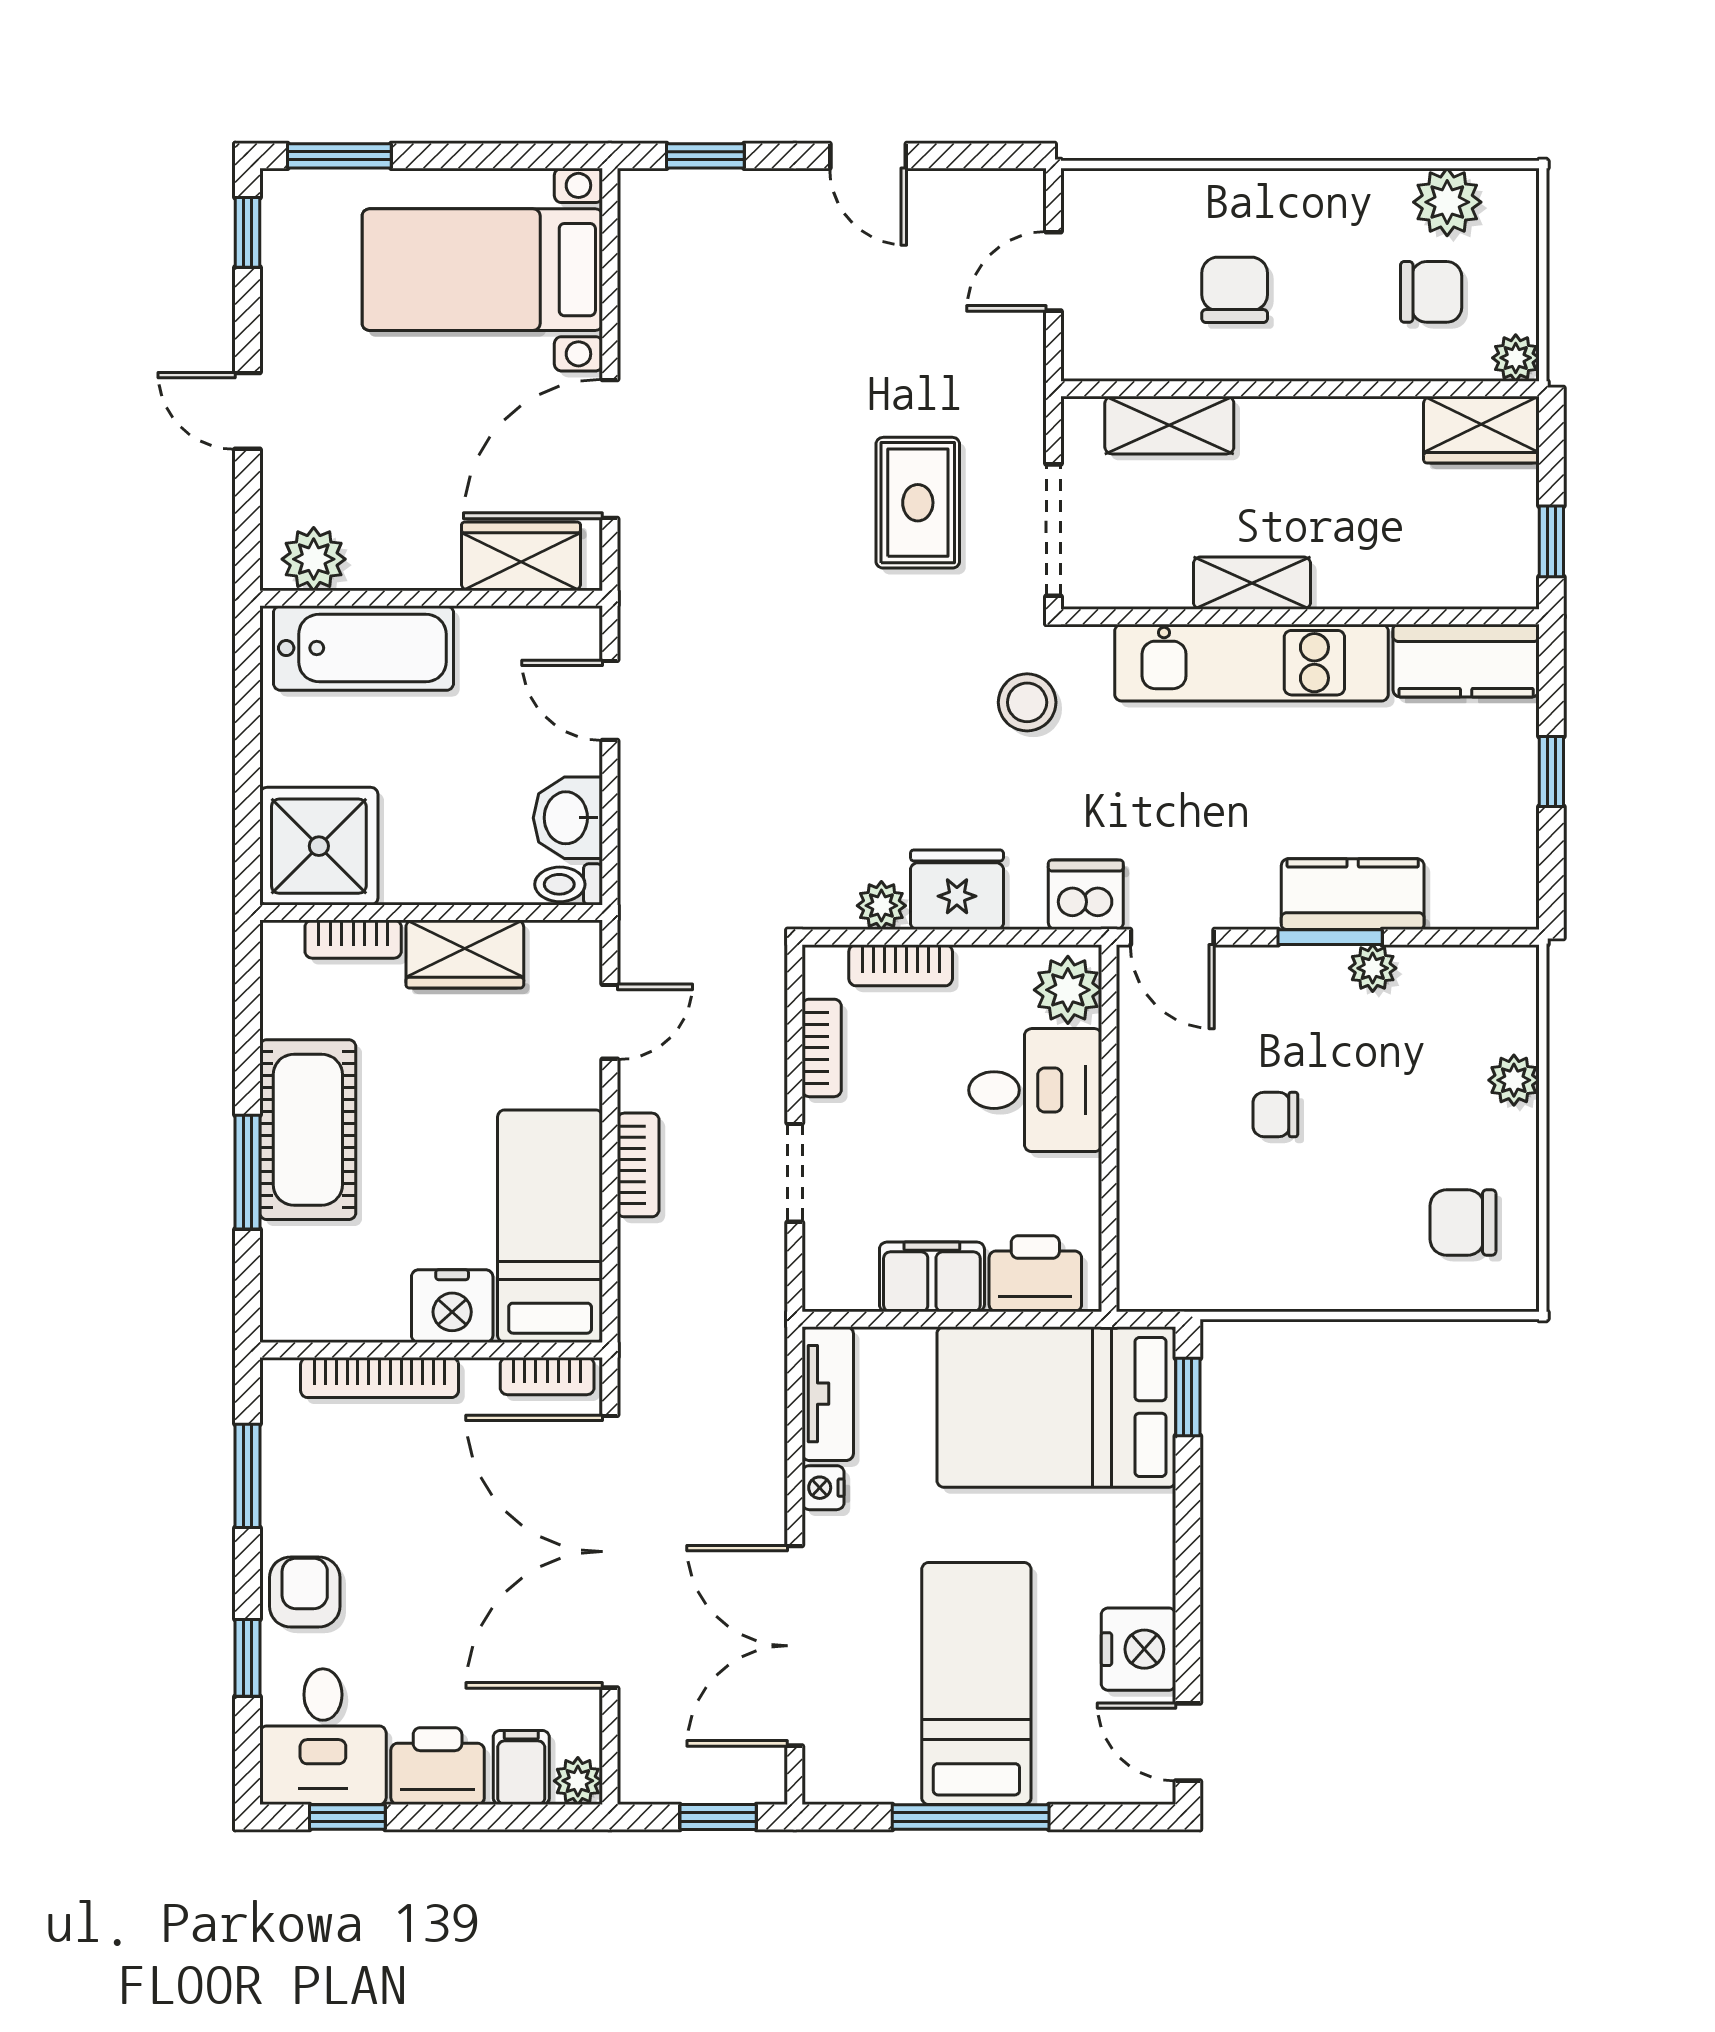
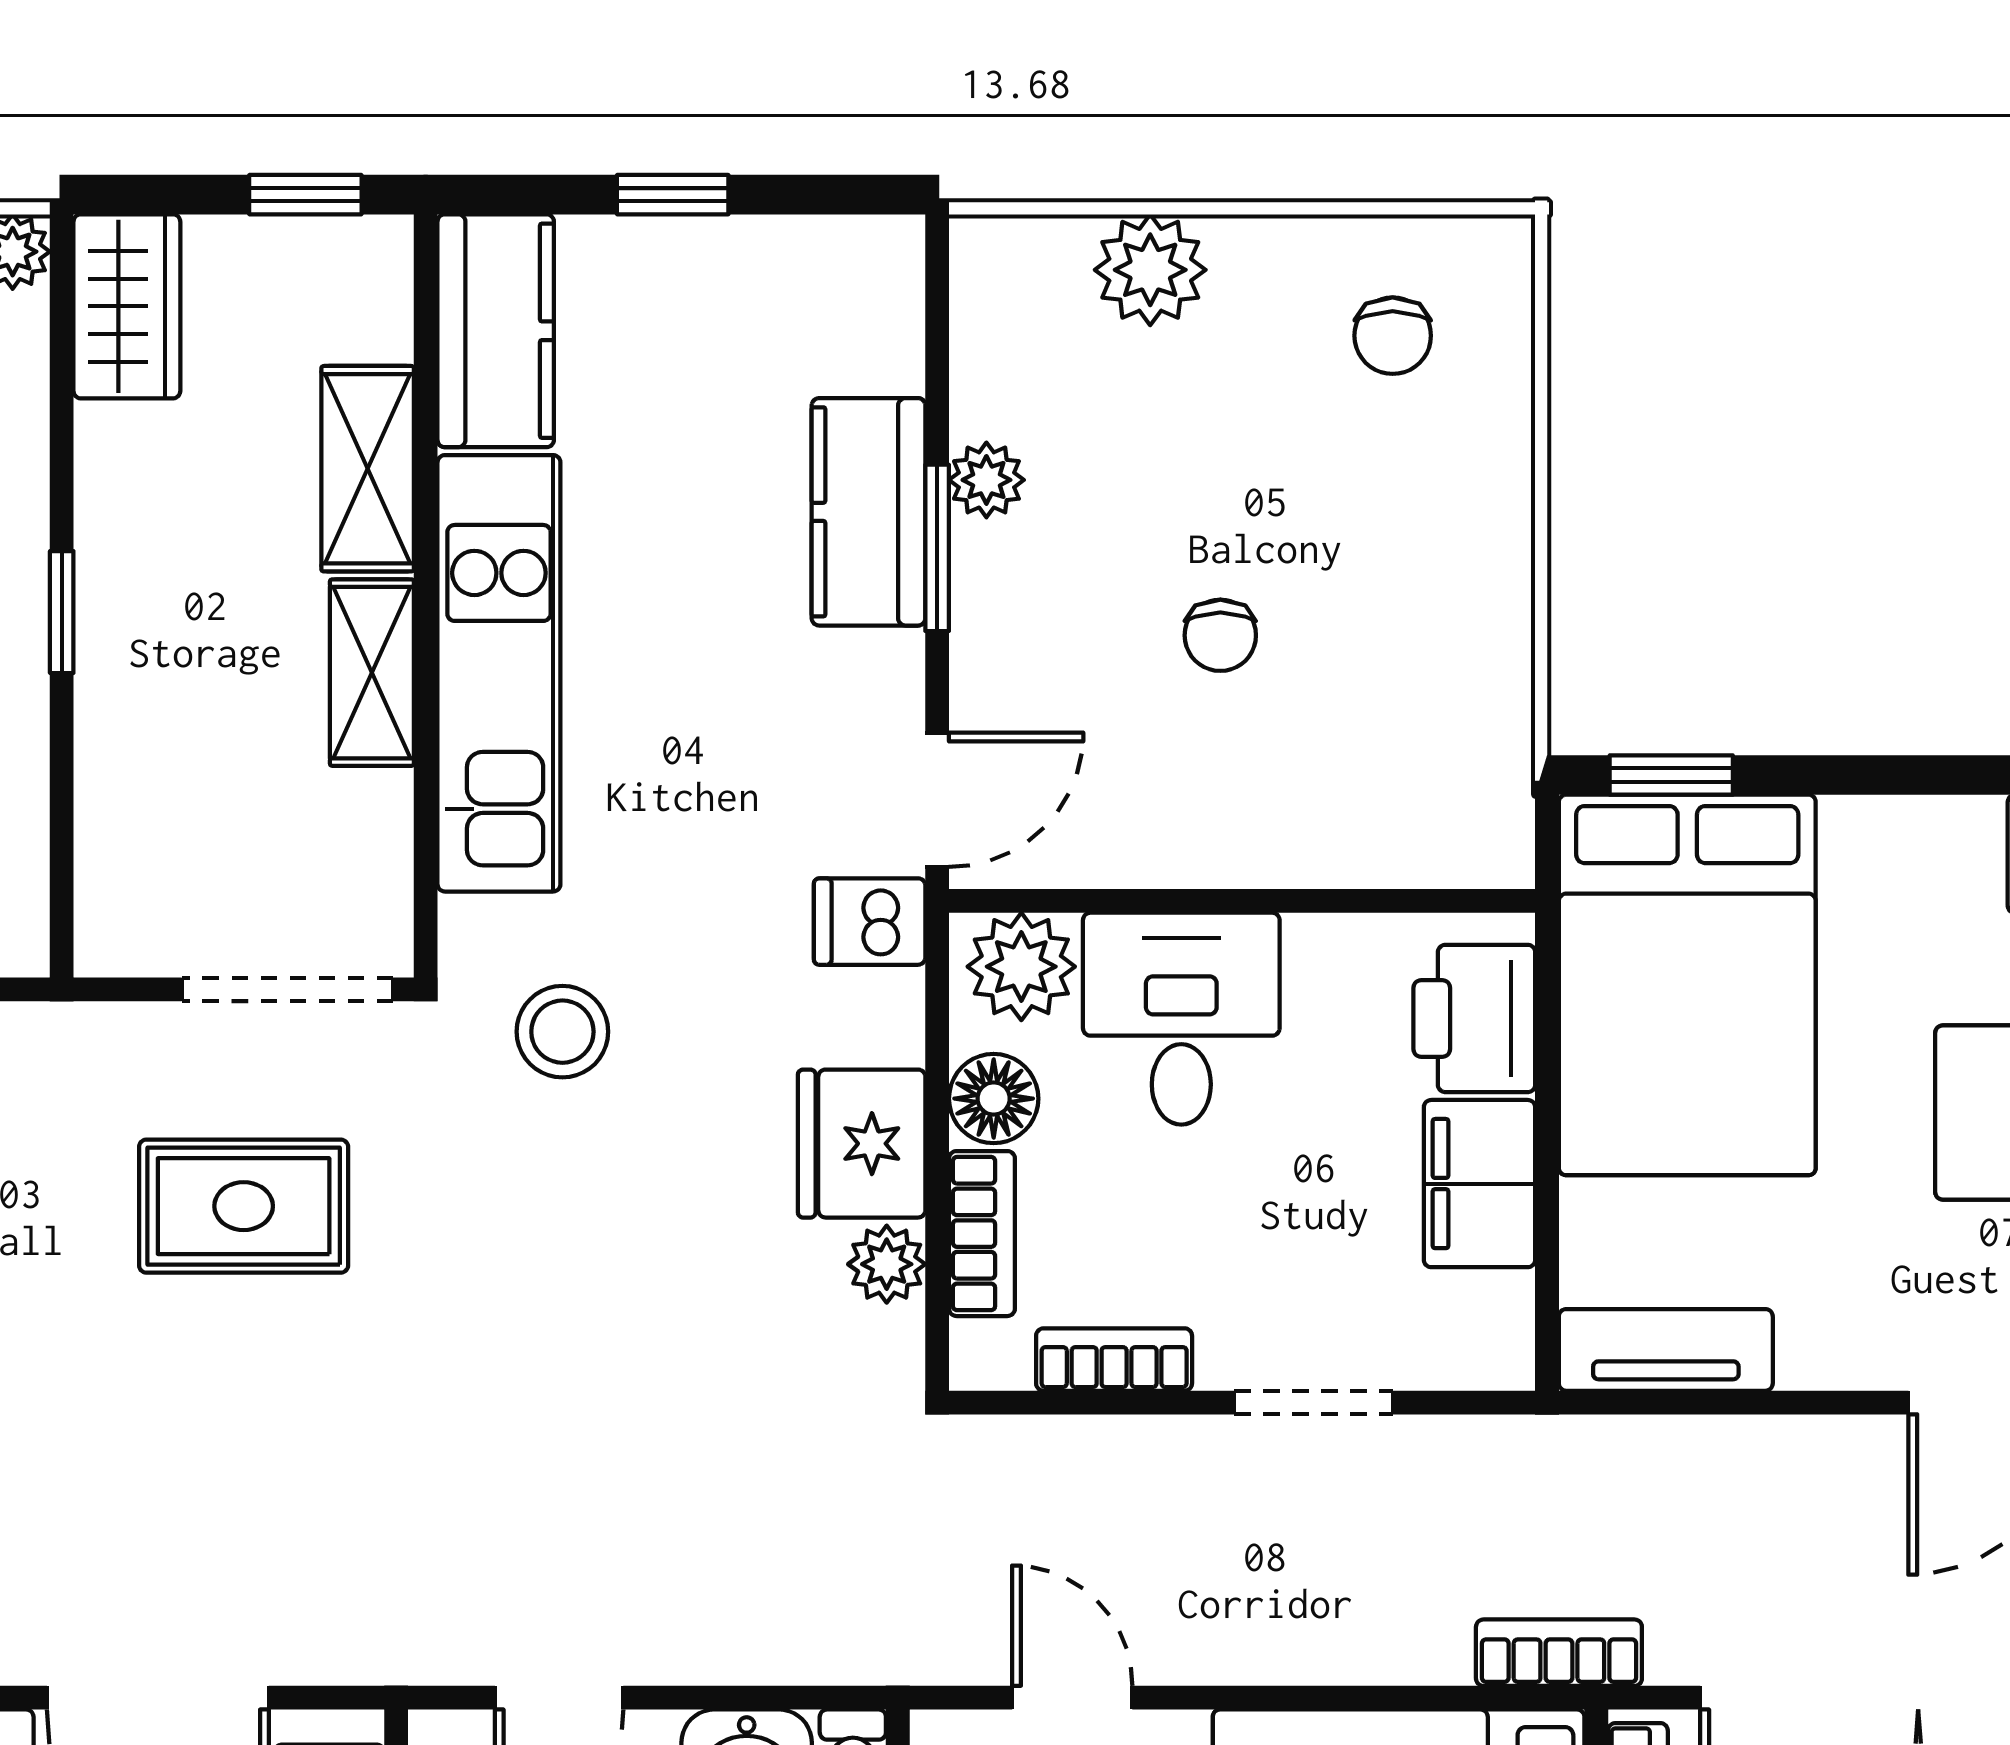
window: (1290, 389) -> (62, 612), added
shelving: (1169, 425) -> (368, 469), moved
dishwasher: (1086, 895) -> (870, 922), width x0.73
floor lamp: (985, 973) -> (994, 1099), added
plant: (1514, 1080) -> (1150, 270), width x1.38, depth x1.38
bookcase: (638, 1165) -> (1559, 1653), moved
chair: (1463, 1222) -> (1393, 336), width x0.73, depth x0.73
nightstand: (823, 1488) -> (1816, 1357), removed

